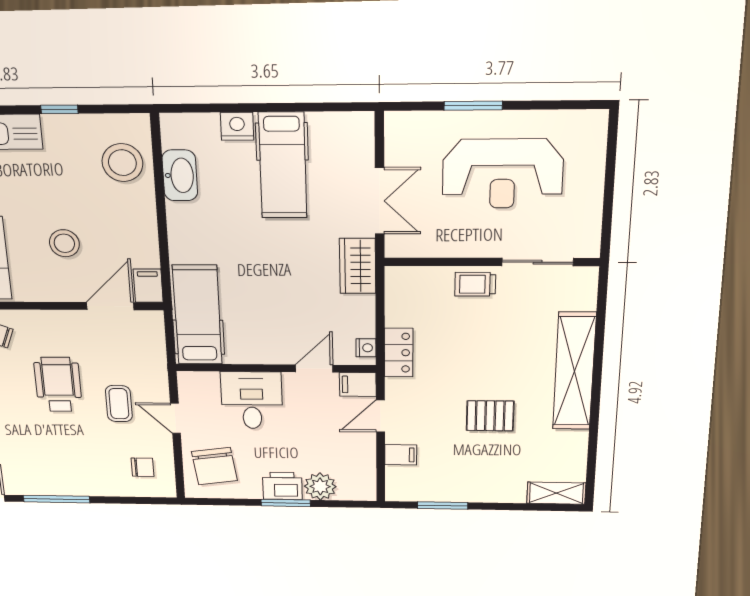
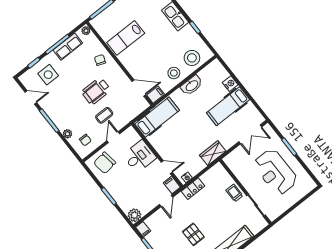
washbasin: (180, 175) -> (192, 85), moved
double door: (380, 201) -> (250, 134), moved
stool: (64, 243) -> (174, 73), moved
wheelchair: (58, 384) -> (96, 91), turned 180
door: (380, 416) -> (166, 201), swing flipped
filing cabinet: (401, 455) -> (143, 229), moved
printer: (282, 486) -> (115, 190), removed
plant: (320, 486) -> (134, 215), moved
plant: (106, 487) -> (67, 134), added

